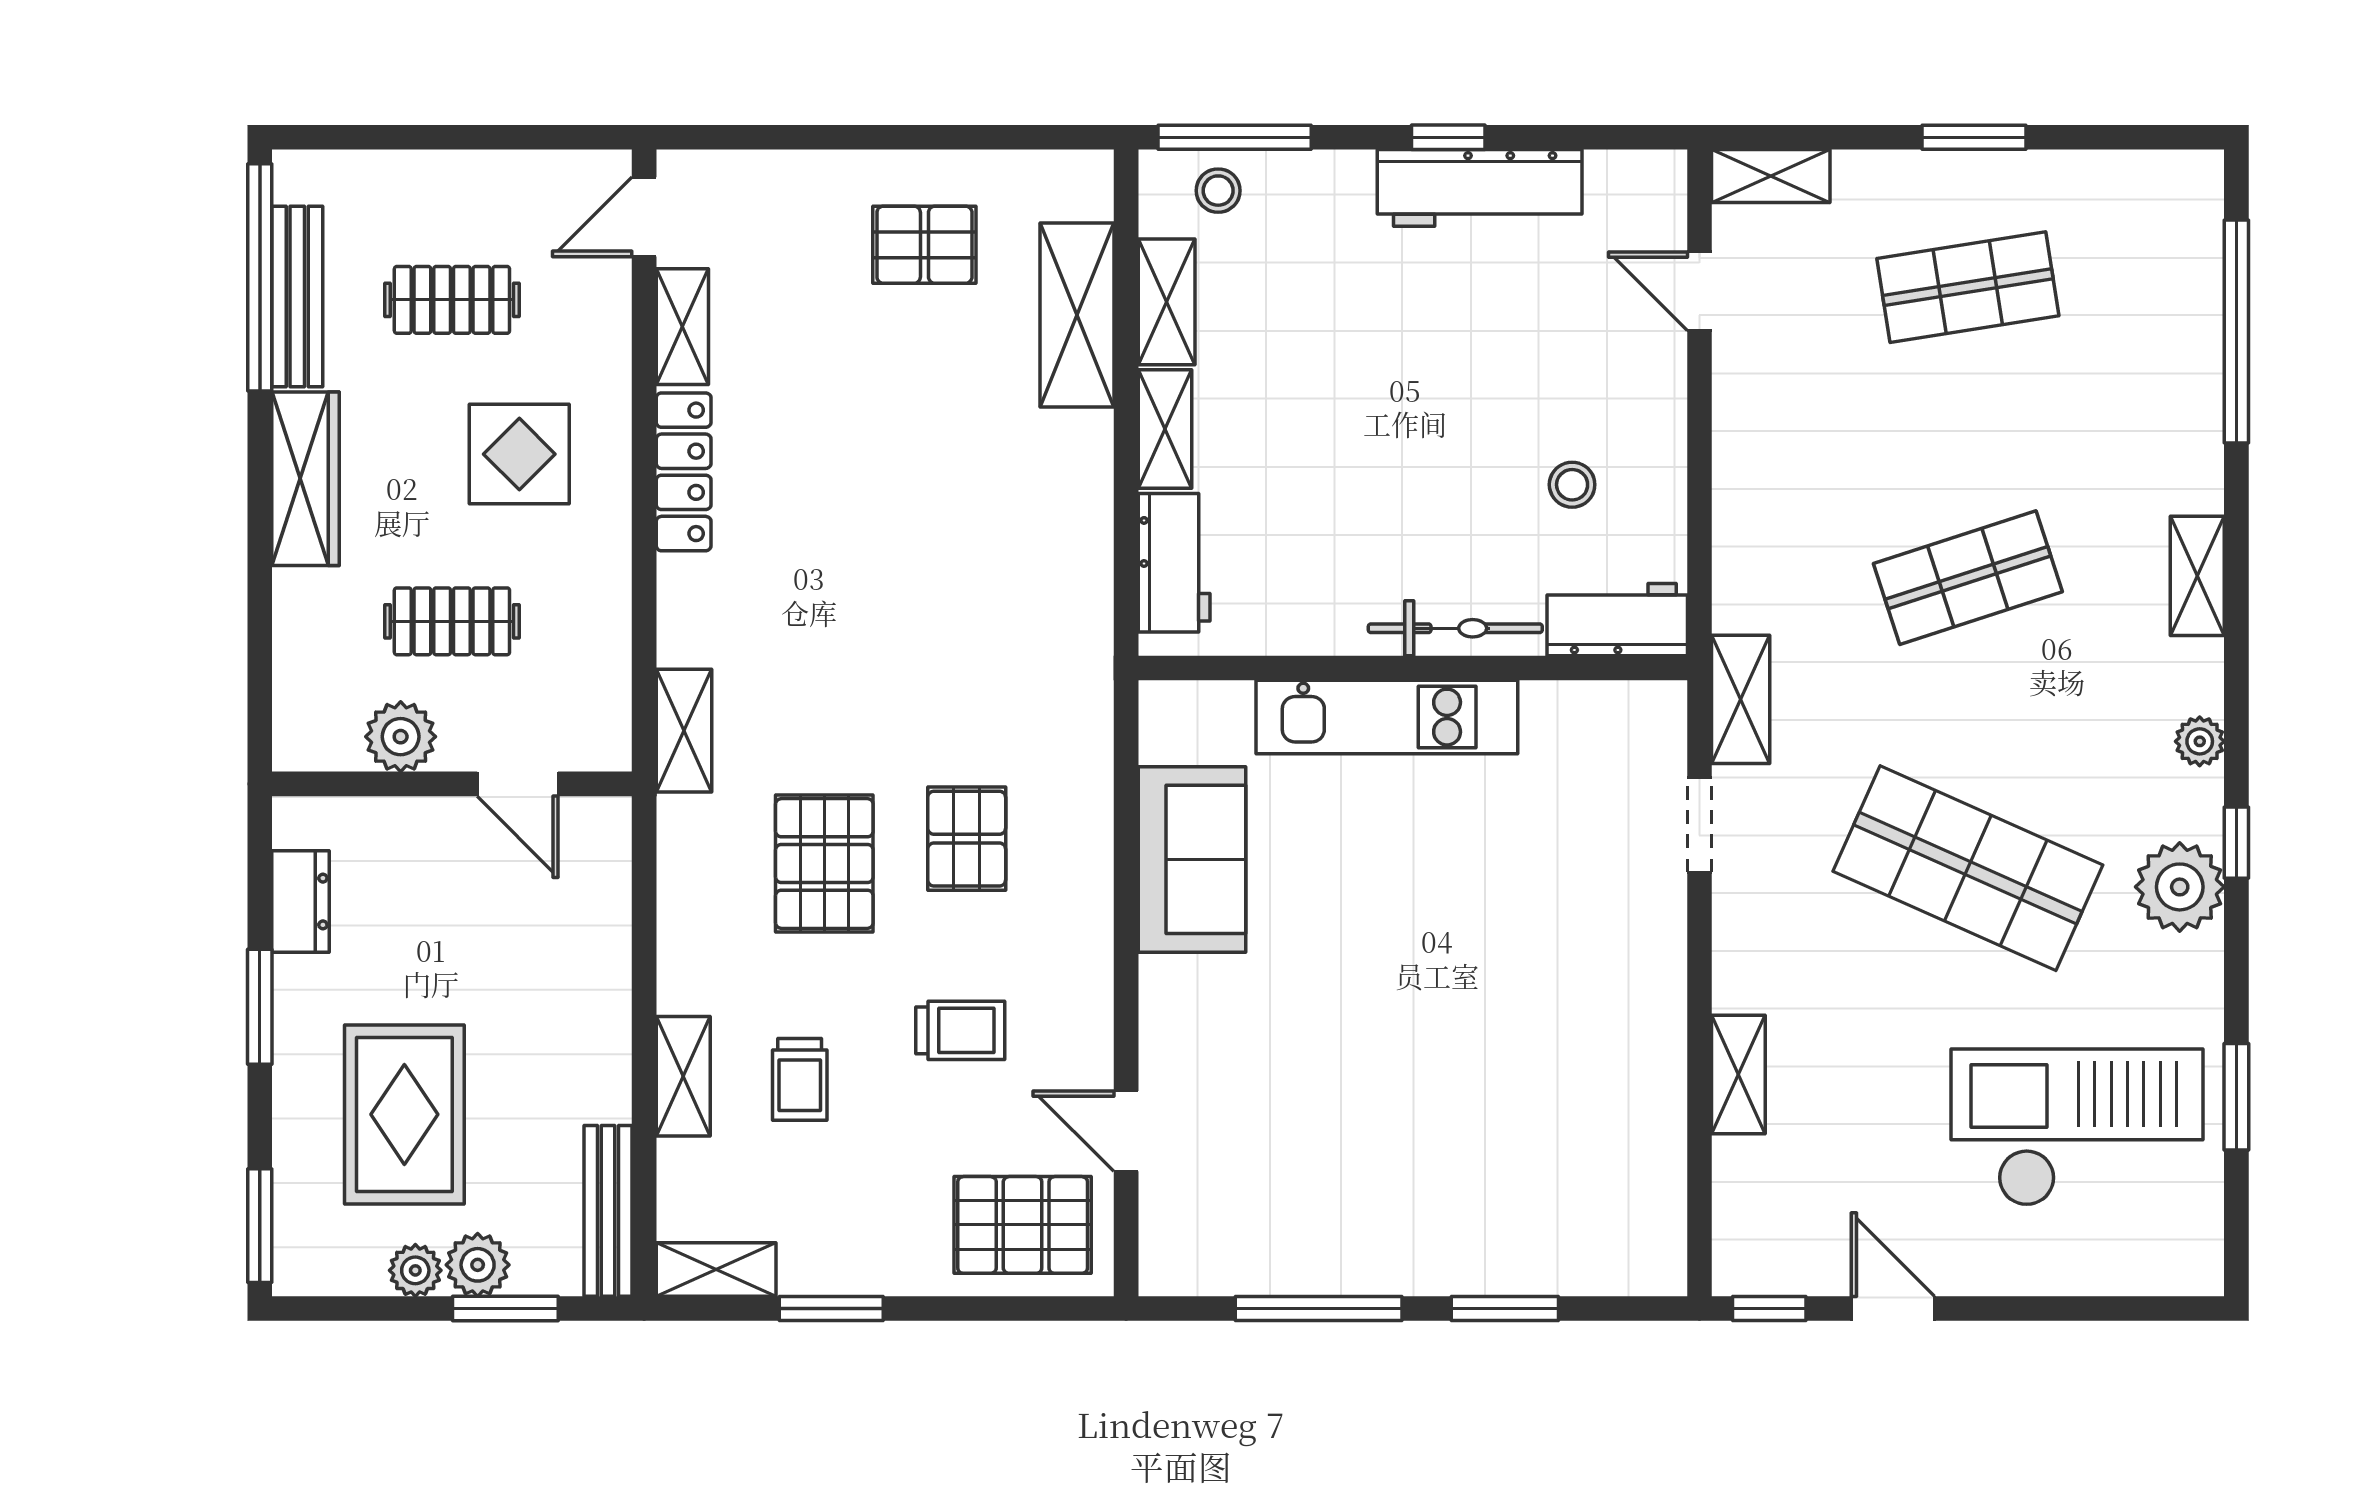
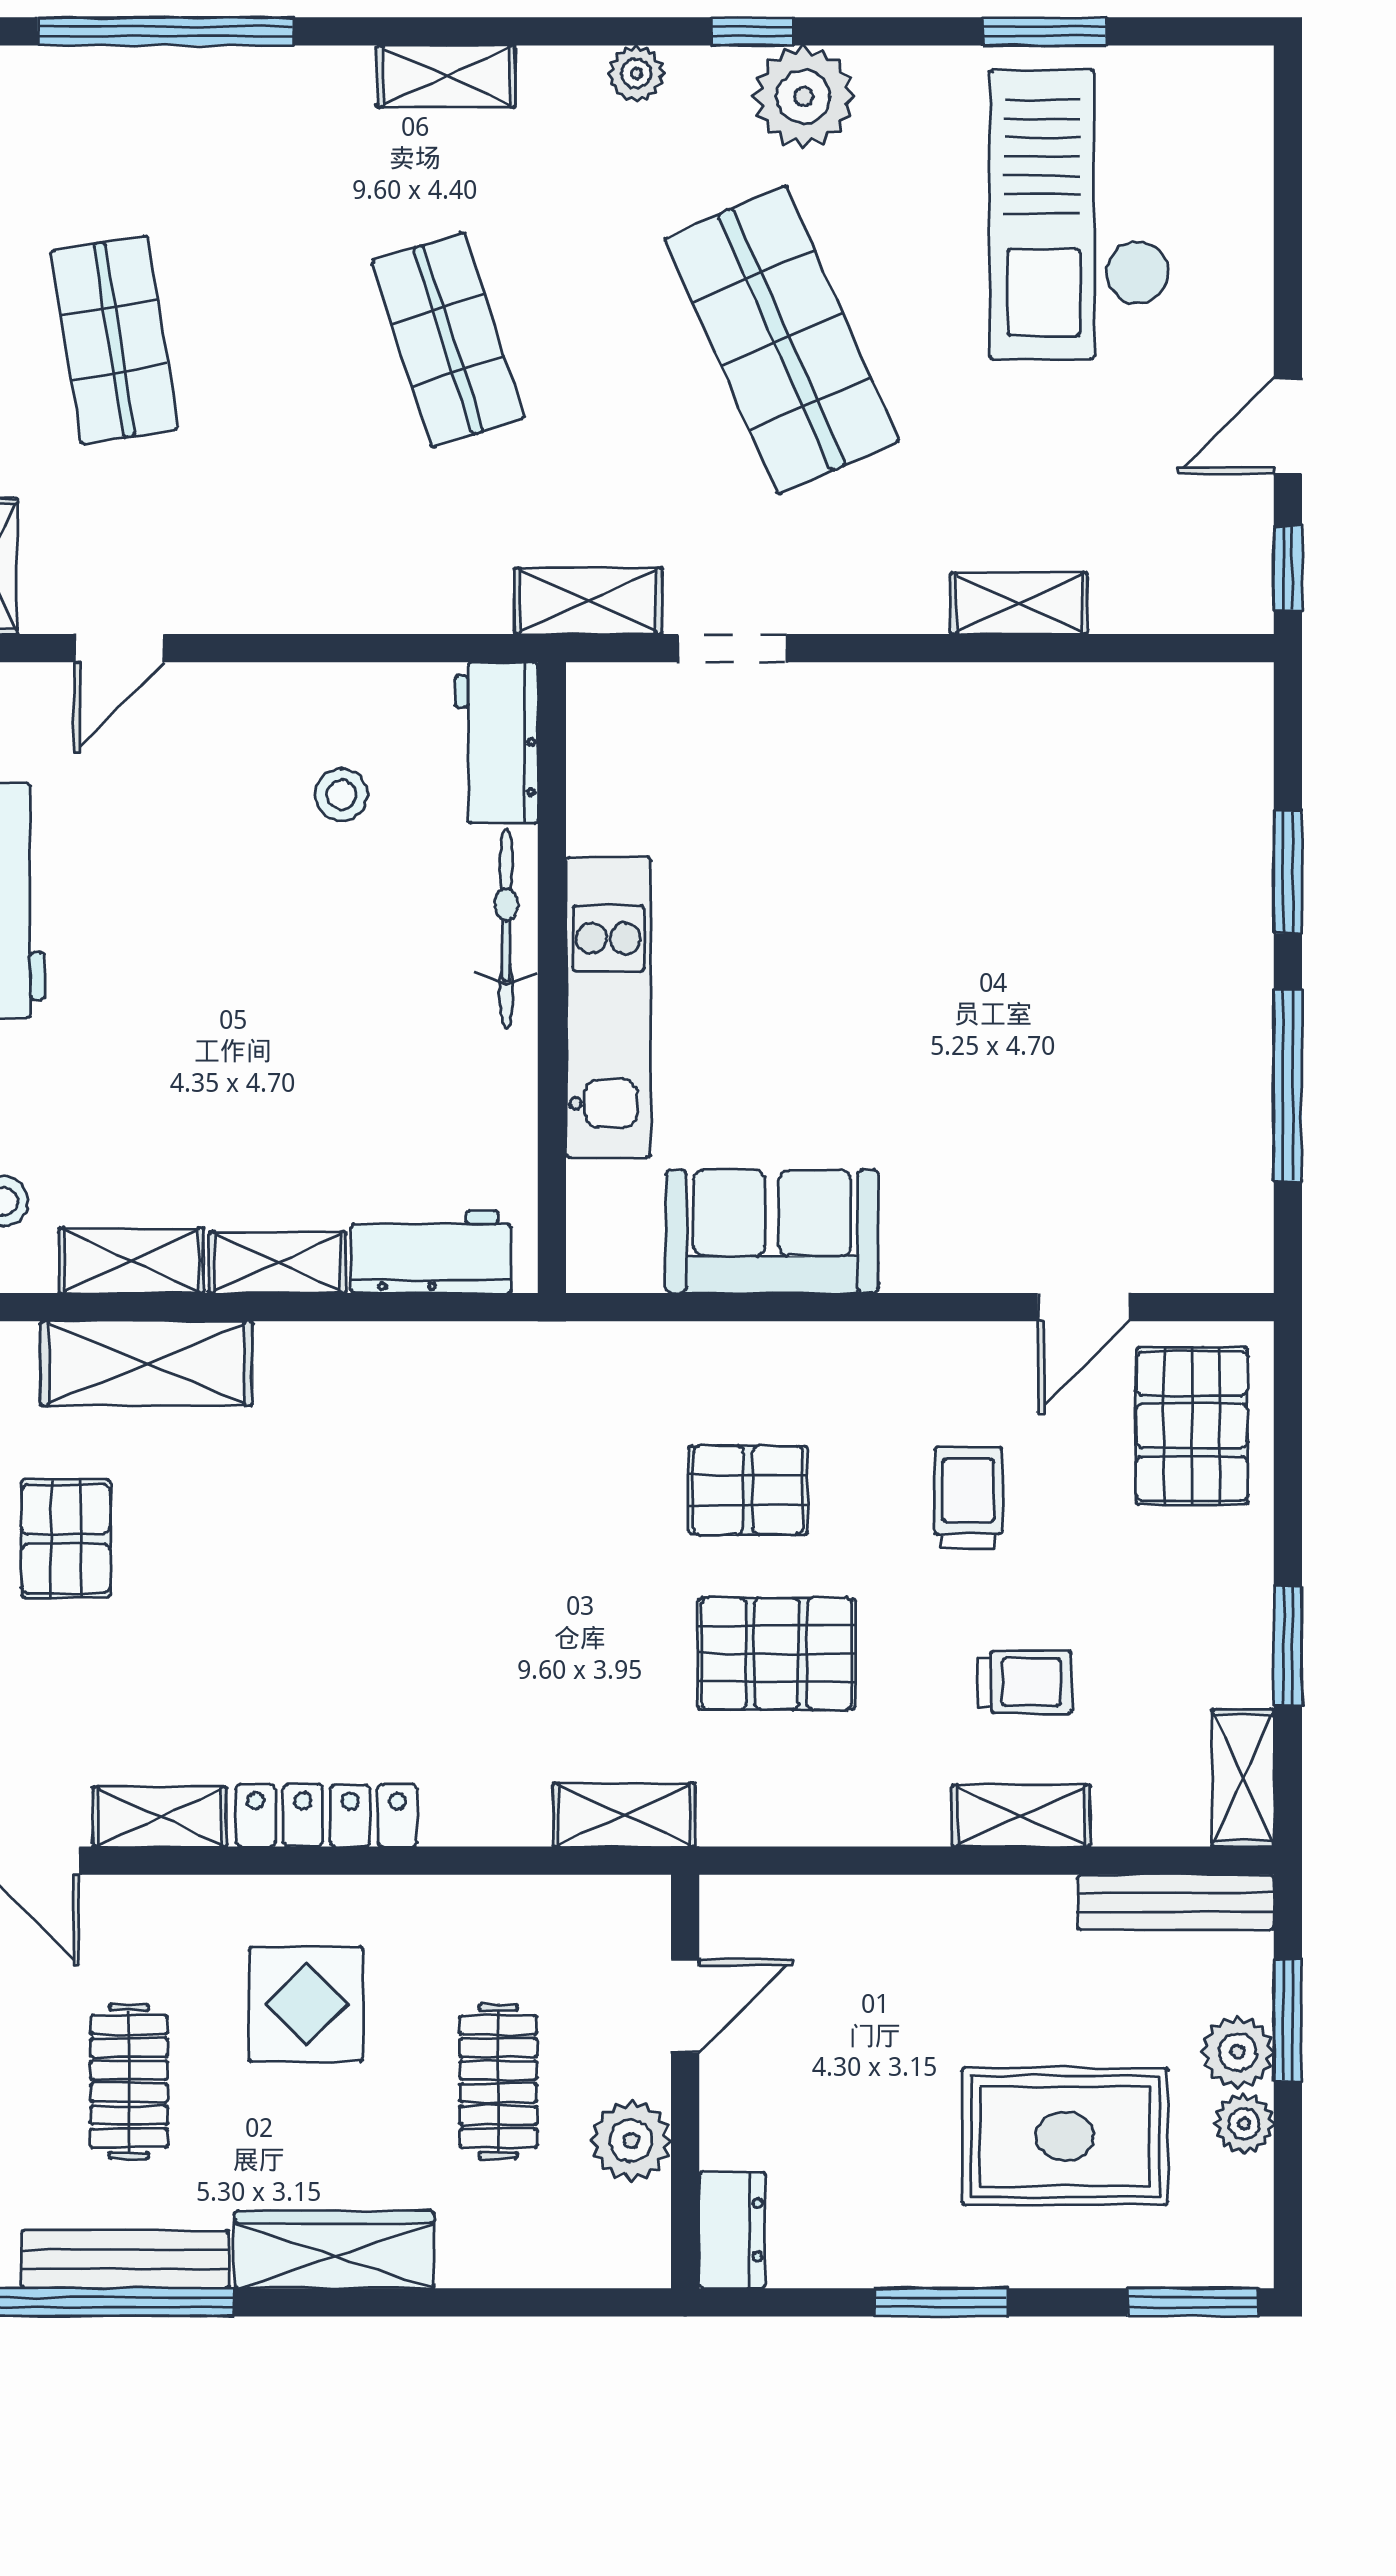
shop shelf: (1968, 868) -> (782, 340), turned -48
dresser: (301, 902) -> (732, 2230), moved, turned 90

